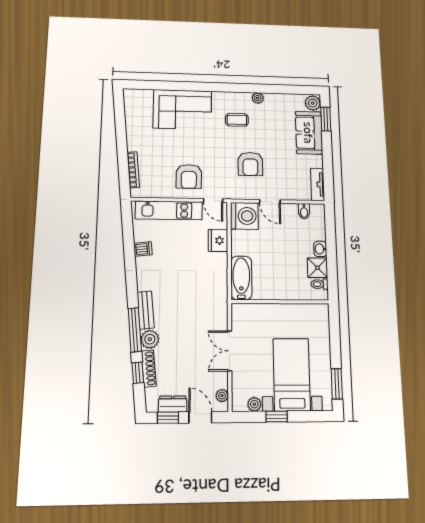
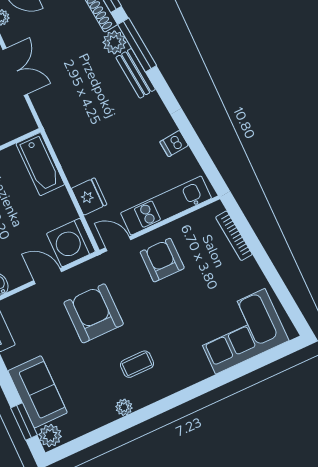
corner sofa: (182, 109) -> (240, 331), moved
armchair: (250, 164) -> (94, 313), width x1.36, depth x1.36

